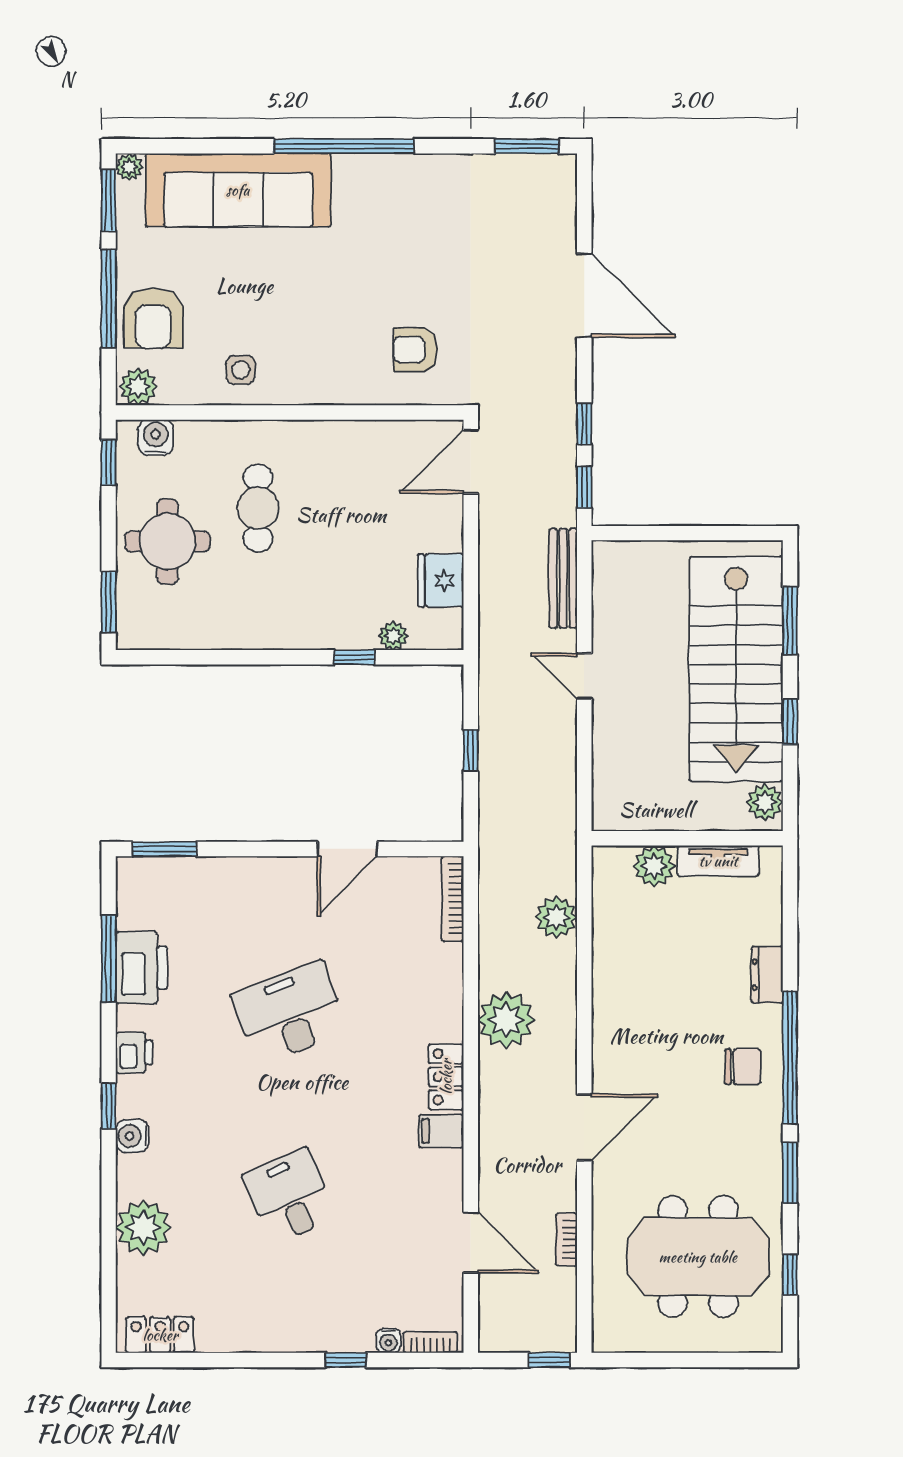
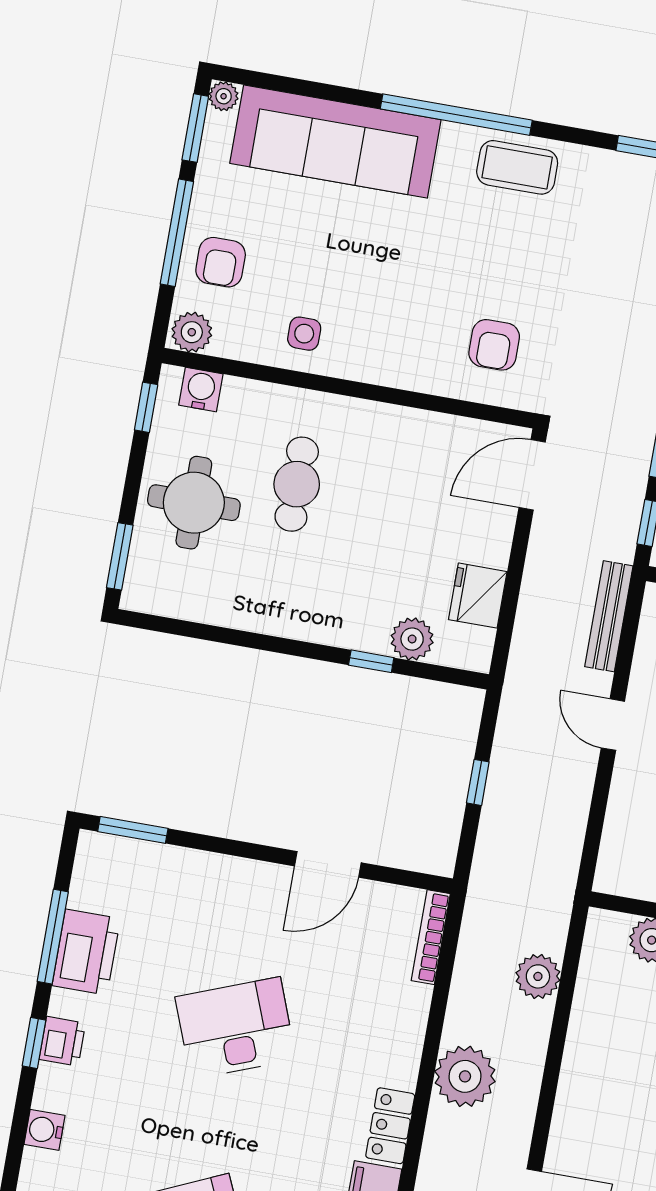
coffee table: (408, 185) -> (517, 167), added
armchair: (153, 318) -> (221, 262), width x0.72, depth x0.72
armchair: (415, 350) -> (494, 345), turned -90
plant: (393, 636) -> (412, 639), width x1.38, depth x1.38
window: (109, 1106) -> (34, 1043), moved

